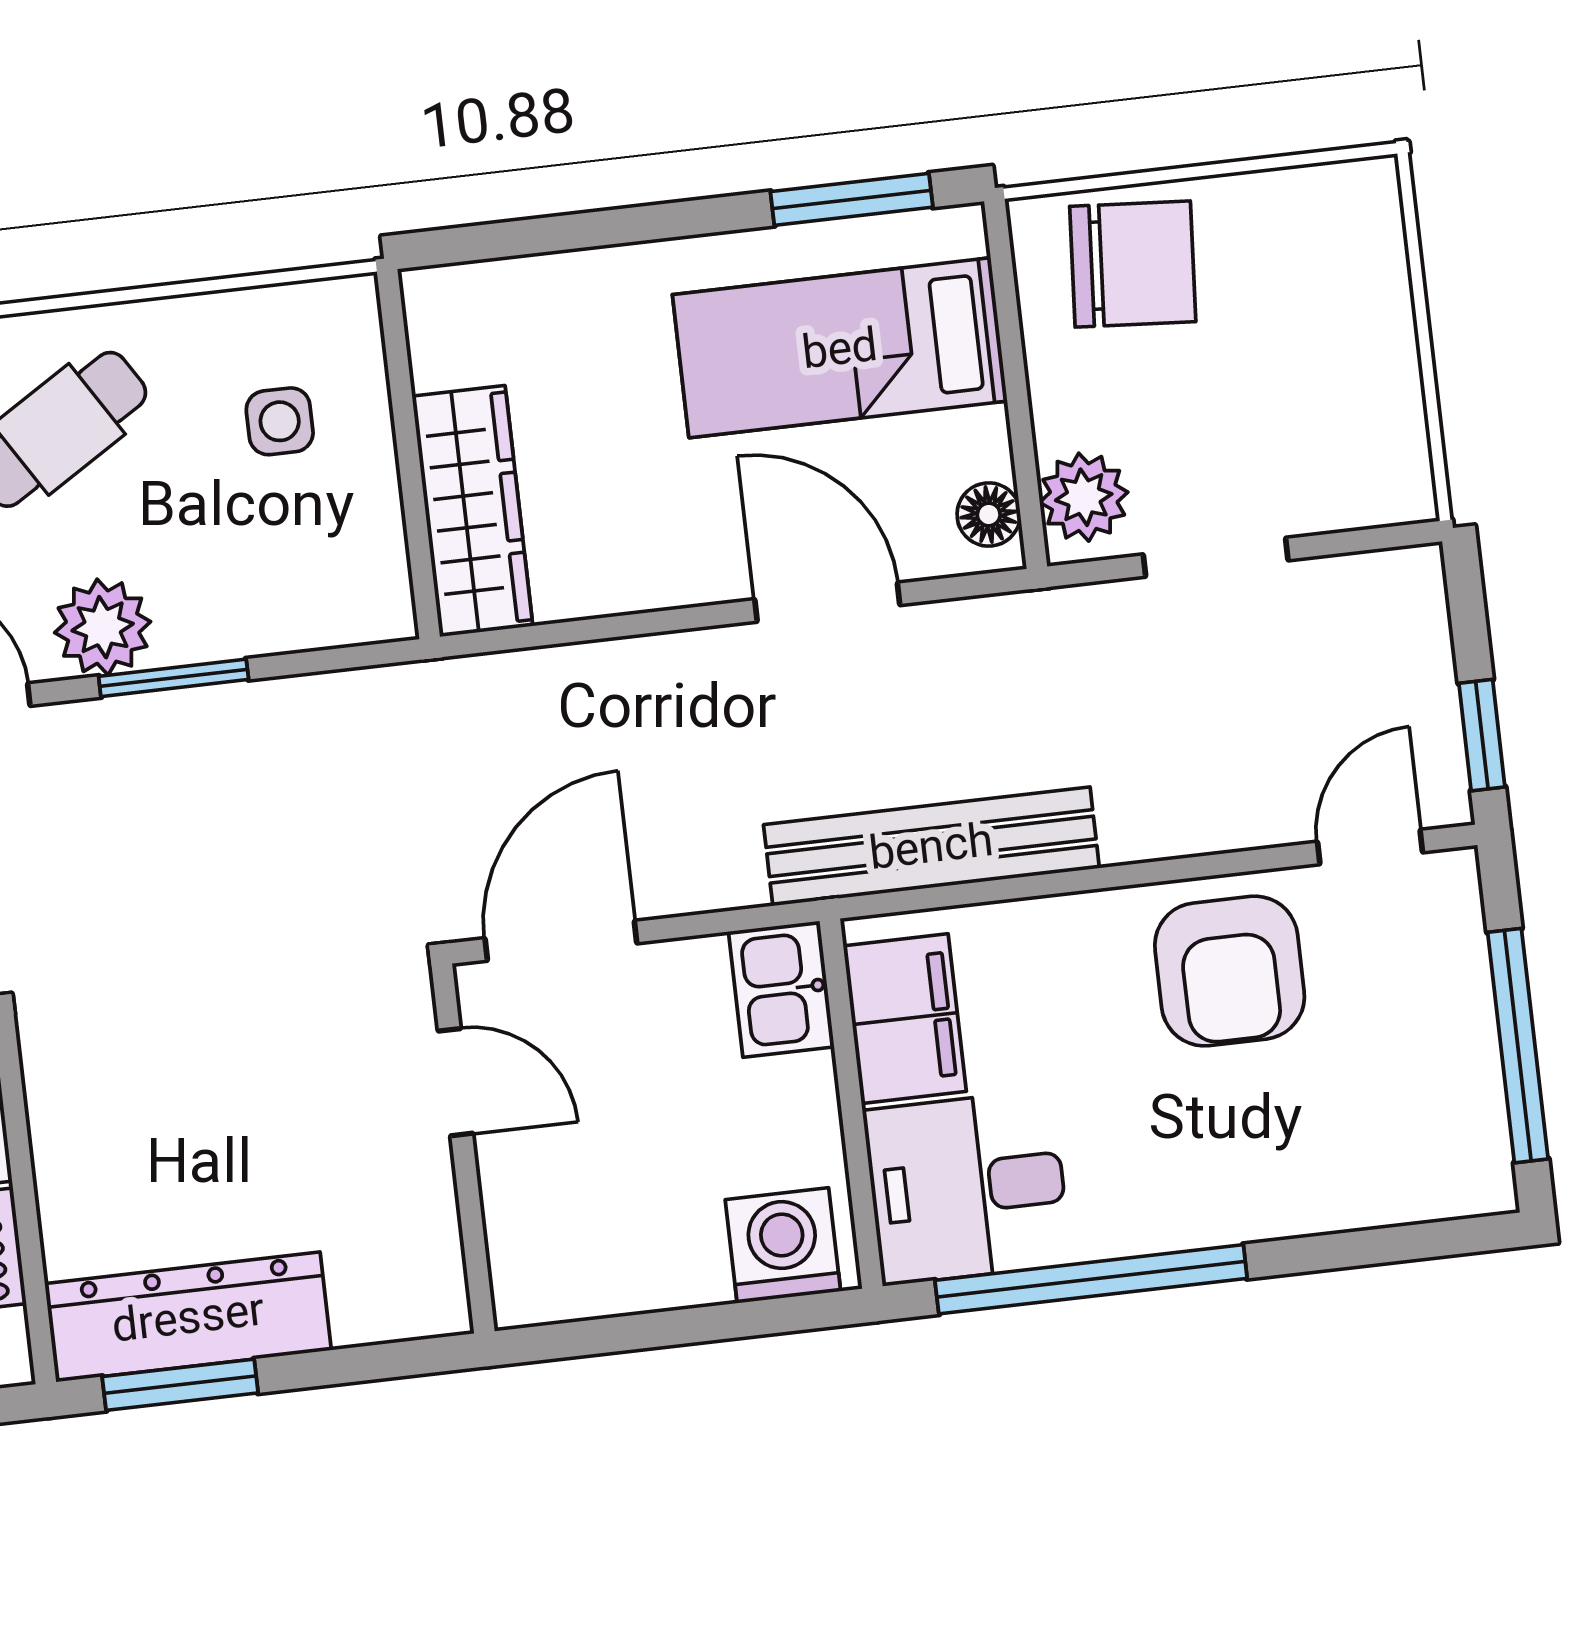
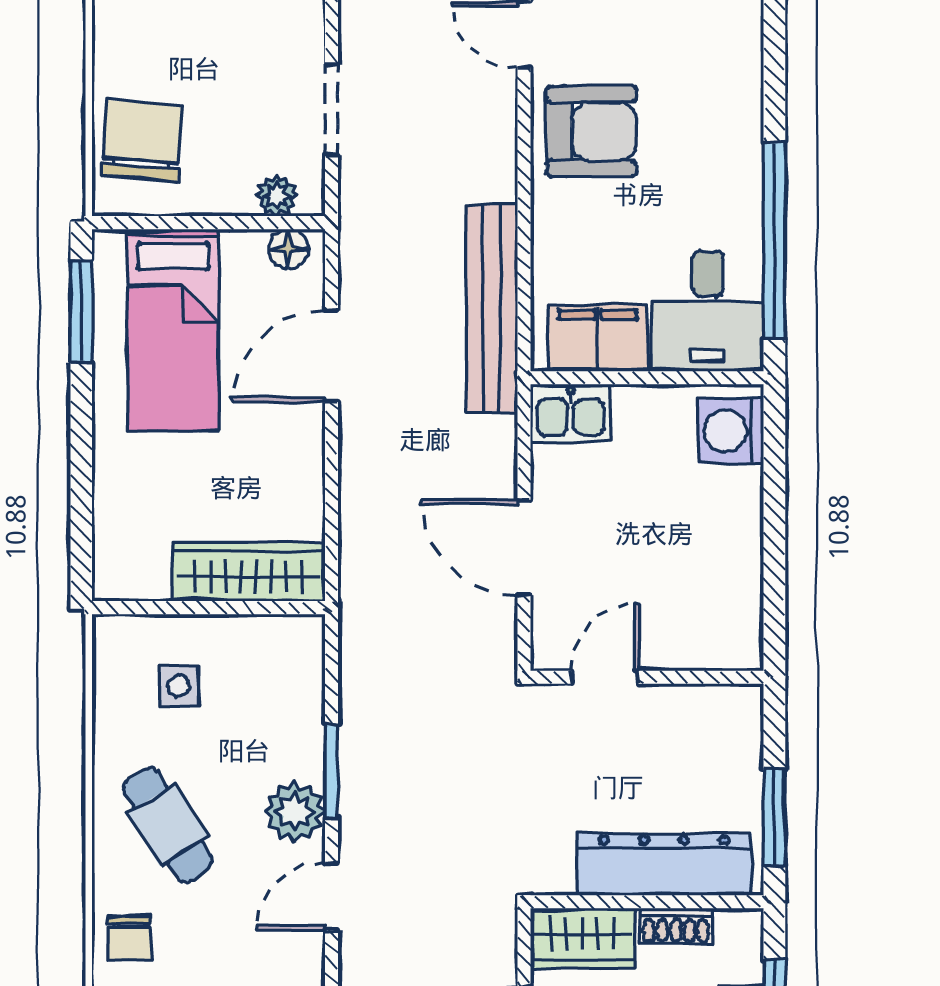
plant: (1084, 497) -> (277, 196), width x0.73, depth x0.73
door: (456, 1082) -> (605, 677), moved
wall: (463, 1149) -> (647, 677), moved
dresser: (188, 1317) -> (664, 864), moved, turned 90

